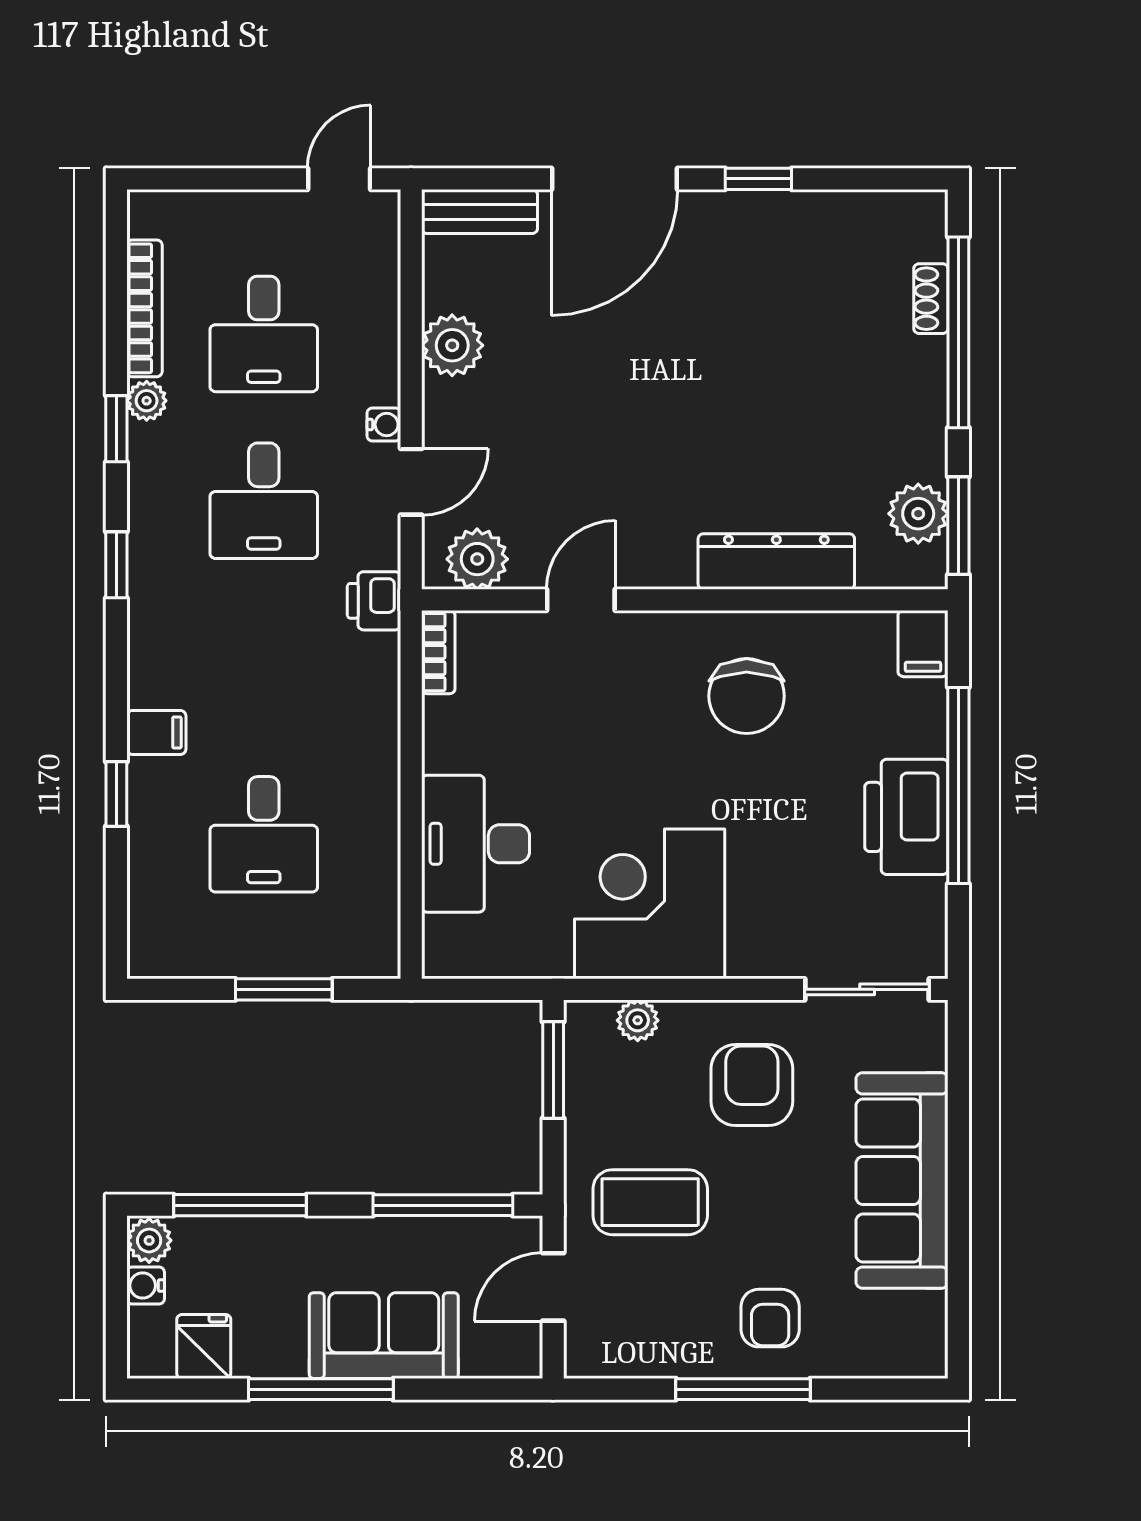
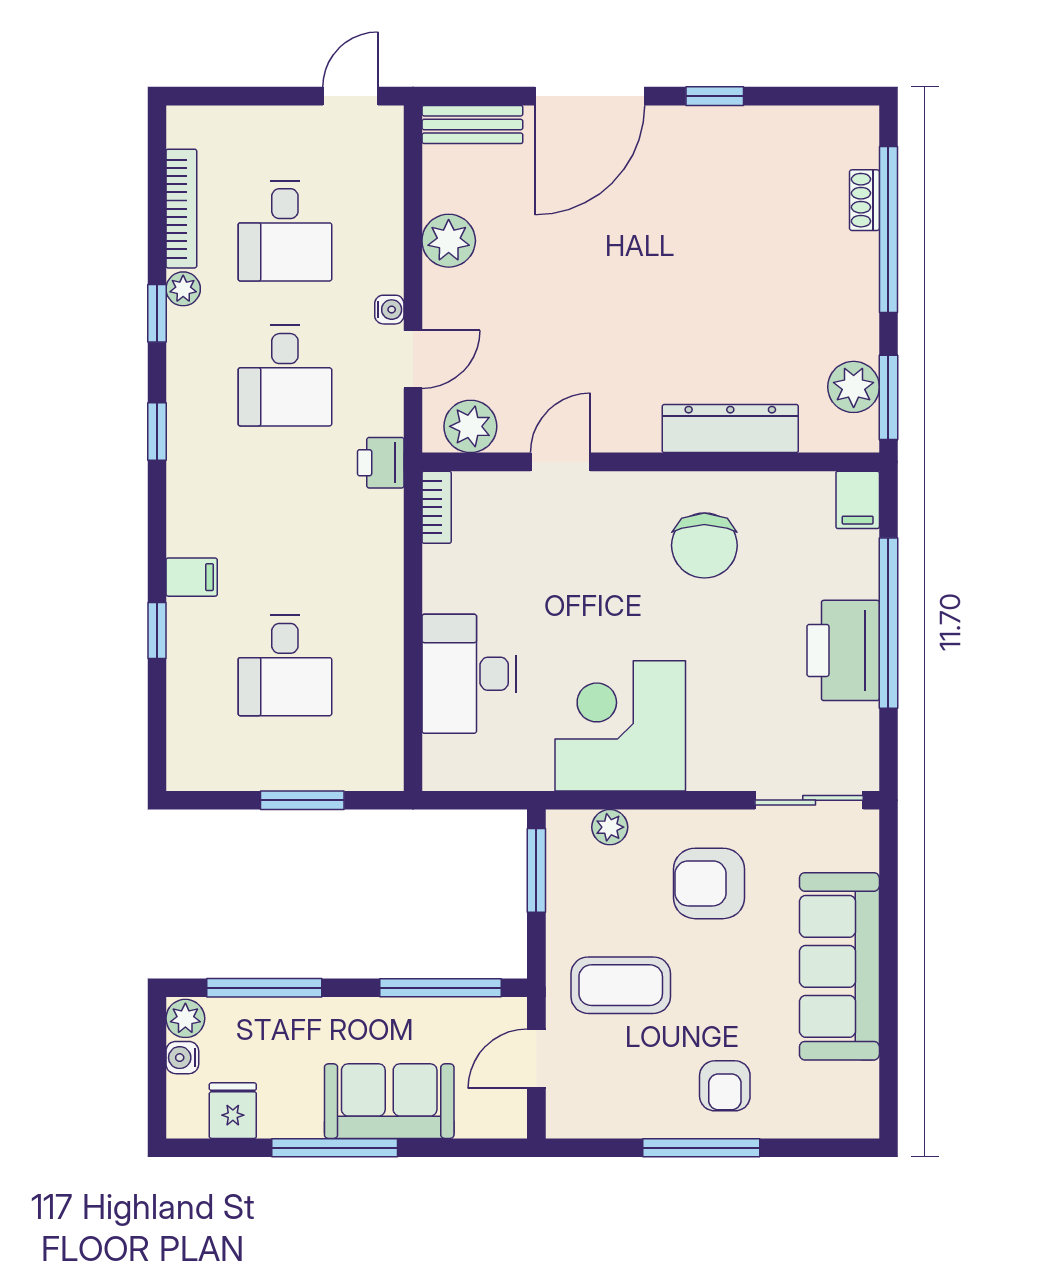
armchair: (752, 1085) -> (709, 883), turned -90

